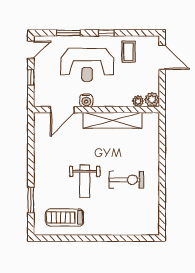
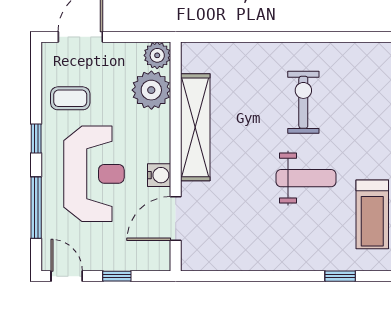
window: (68, 33) -> (36, 208), width x1.44
plant: (138, 101) -> (151, 90), width x1.87, depth x1.87
door: (62, 110) -> (176, 219), swing flipped
window: (31, 200) -> (340, 276), width x0.67

